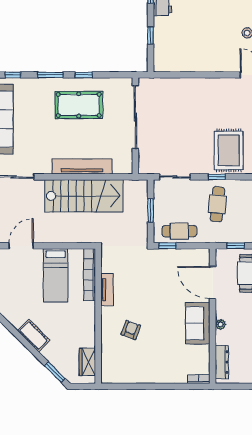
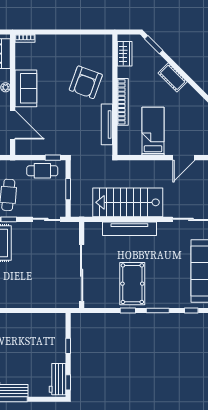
pool table: (79, 105) -> (132, 284), turned 90
bookcase: (89, 275) -> (123, 102), moved
tv unit: (107, 290) -> (107, 124), width x1.41
armchair: (131, 330) -> (86, 82), width x1.88, depth x1.88

